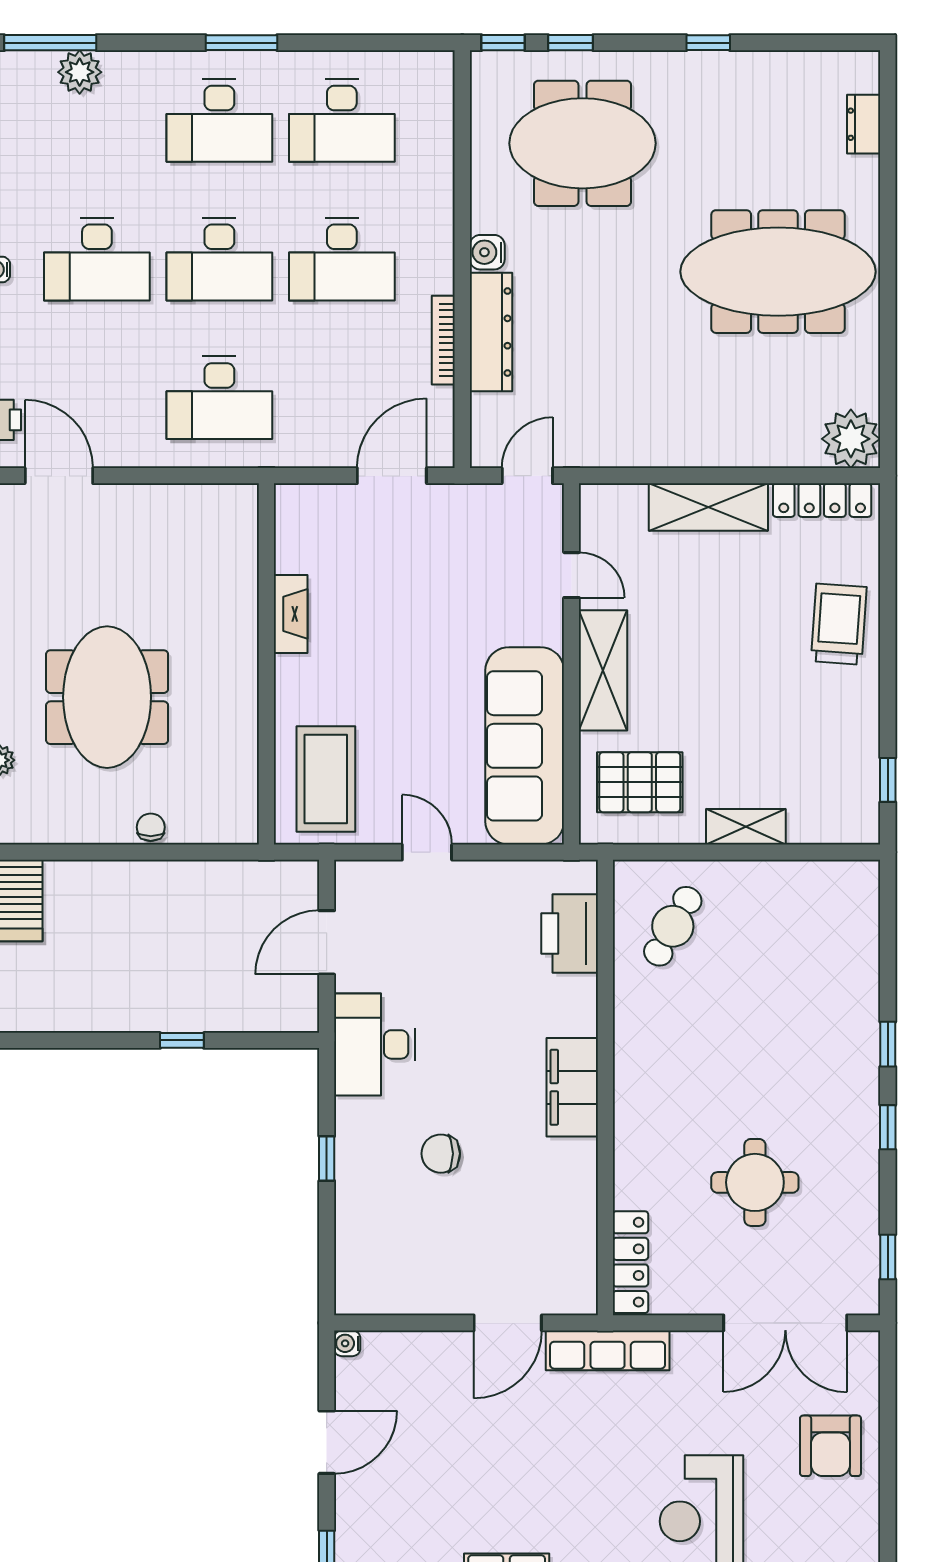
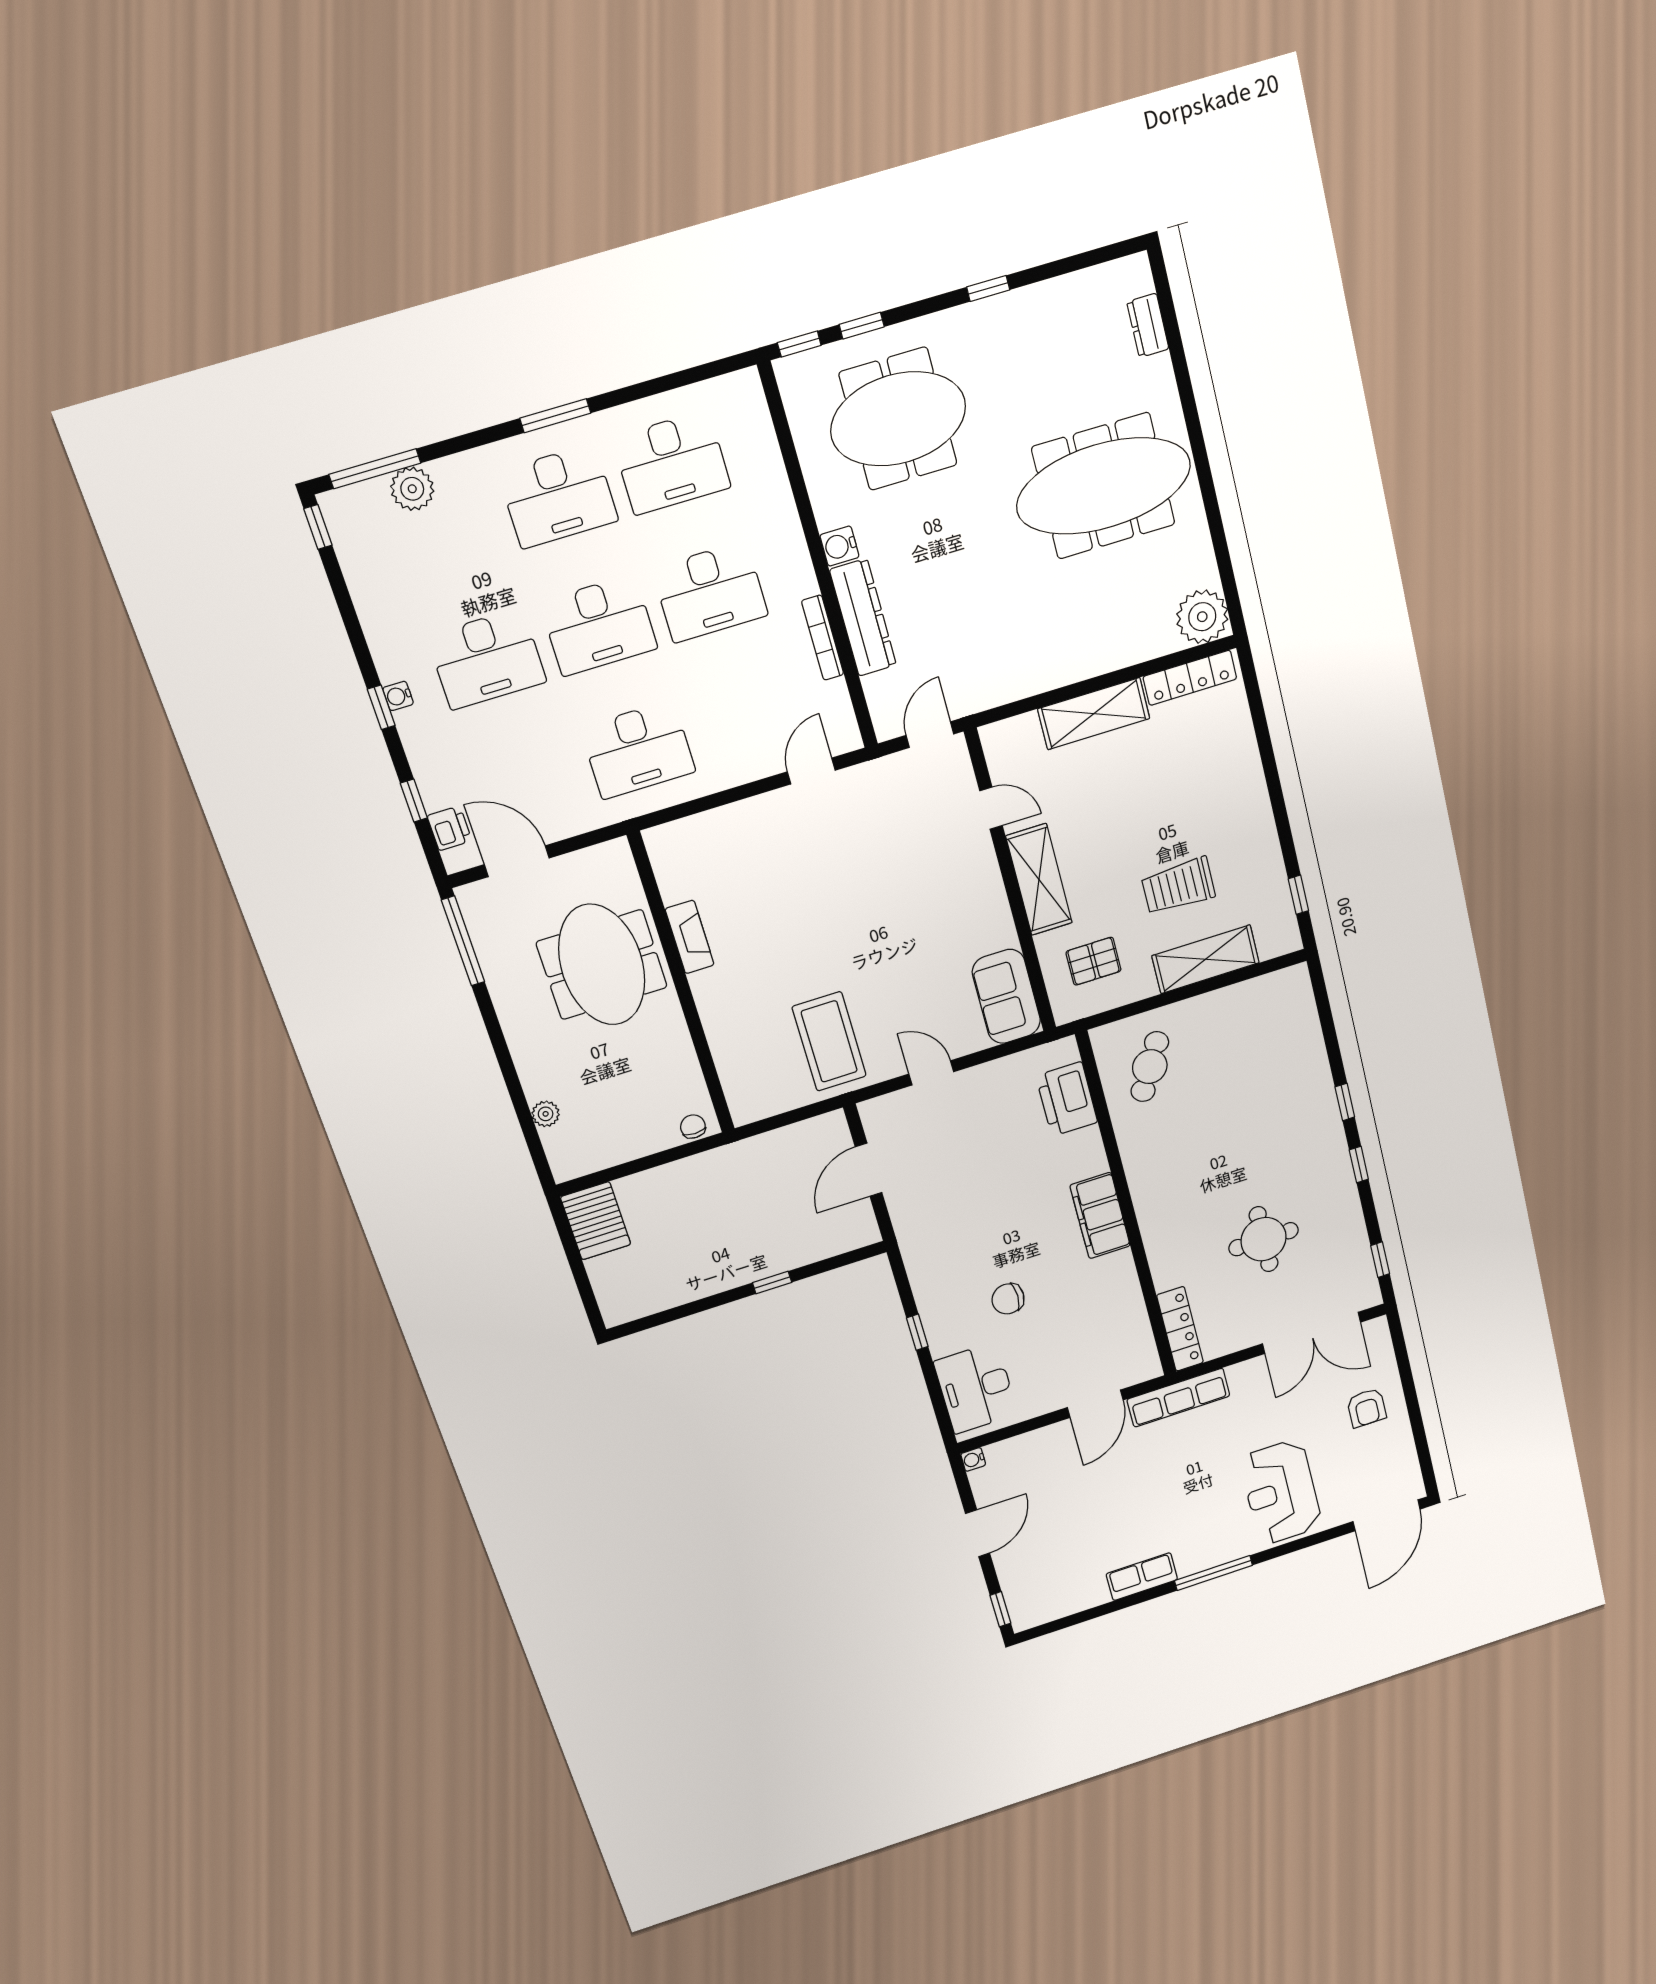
door: (392, 476) -> (811, 771), width x0.73
fireplace: (291, 614) -> (690, 937), moved
trolley: (839, 624) -> (1178, 886), moved, turned -94
wall: (266, 664) -> (682, 985), moved
meeting table: (107, 697) -> (602, 965), moved
sofa: (525, 746) -> (1006, 996), width x0.54, depth x0.79
pallet: (640, 782) -> (1094, 961), width x0.67, depth x0.71
shelving: (746, 827) -> (1206, 959), width x1.50, depth x1.33
desk: (374, 1044) -> (976, 1388), moved
armchair: (830, 1446) -> (1366, 1408), width x0.72, depth x0.72

